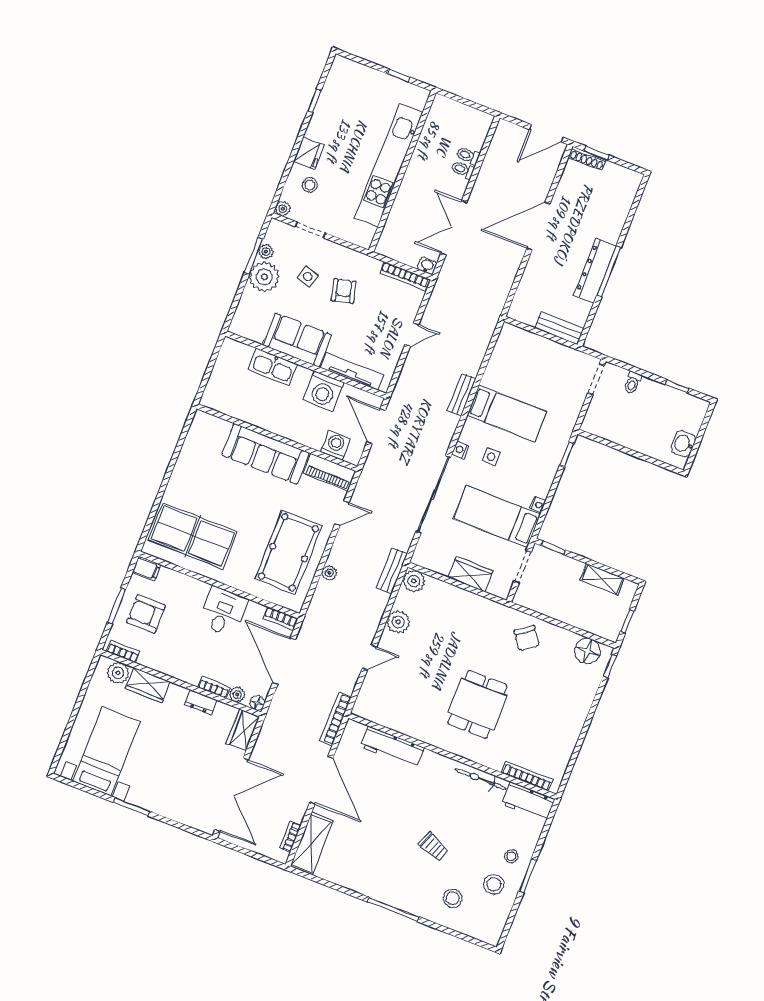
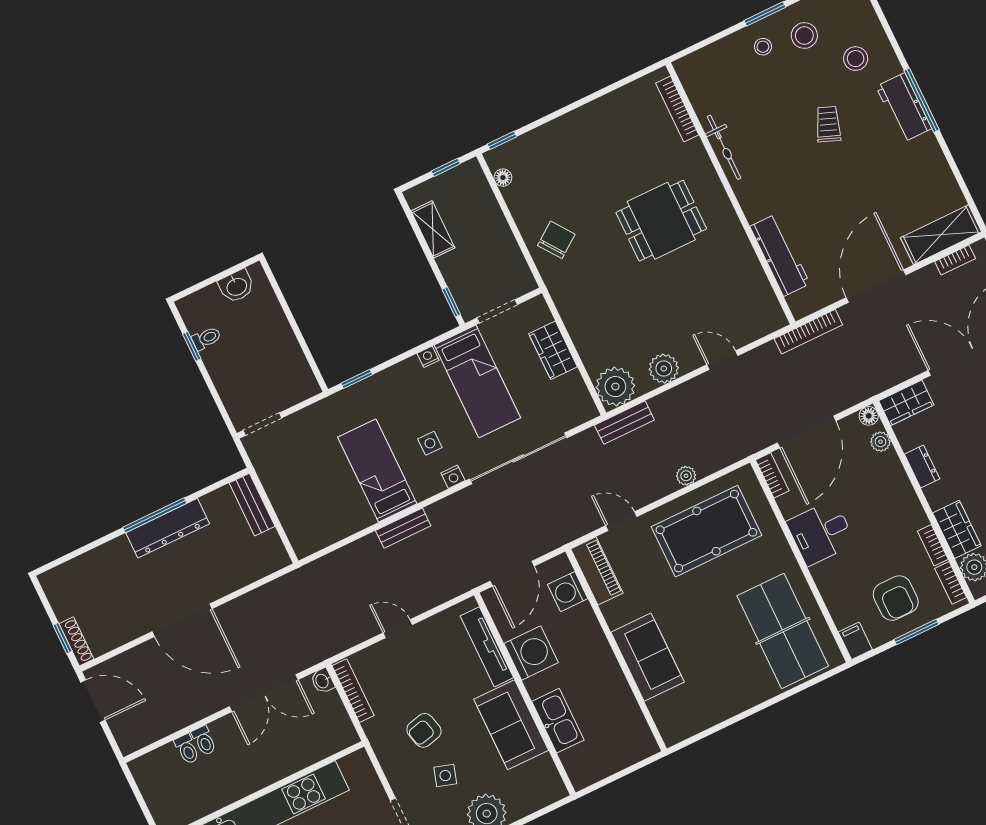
toilet: (633, 383) -> (206, 338), moved
sofa: (266, 454) -> (648, 657), width x0.73
plant: (414, 581) -> (615, 387), width x1.36, depth x1.36
floor lamp: (587, 651) -> (503, 178), width x0.53, depth x0.53
bookcase: (214, 687) -> (933, 545), moved
workbench: (528, 802) -> (904, 107), moved, turned 180

